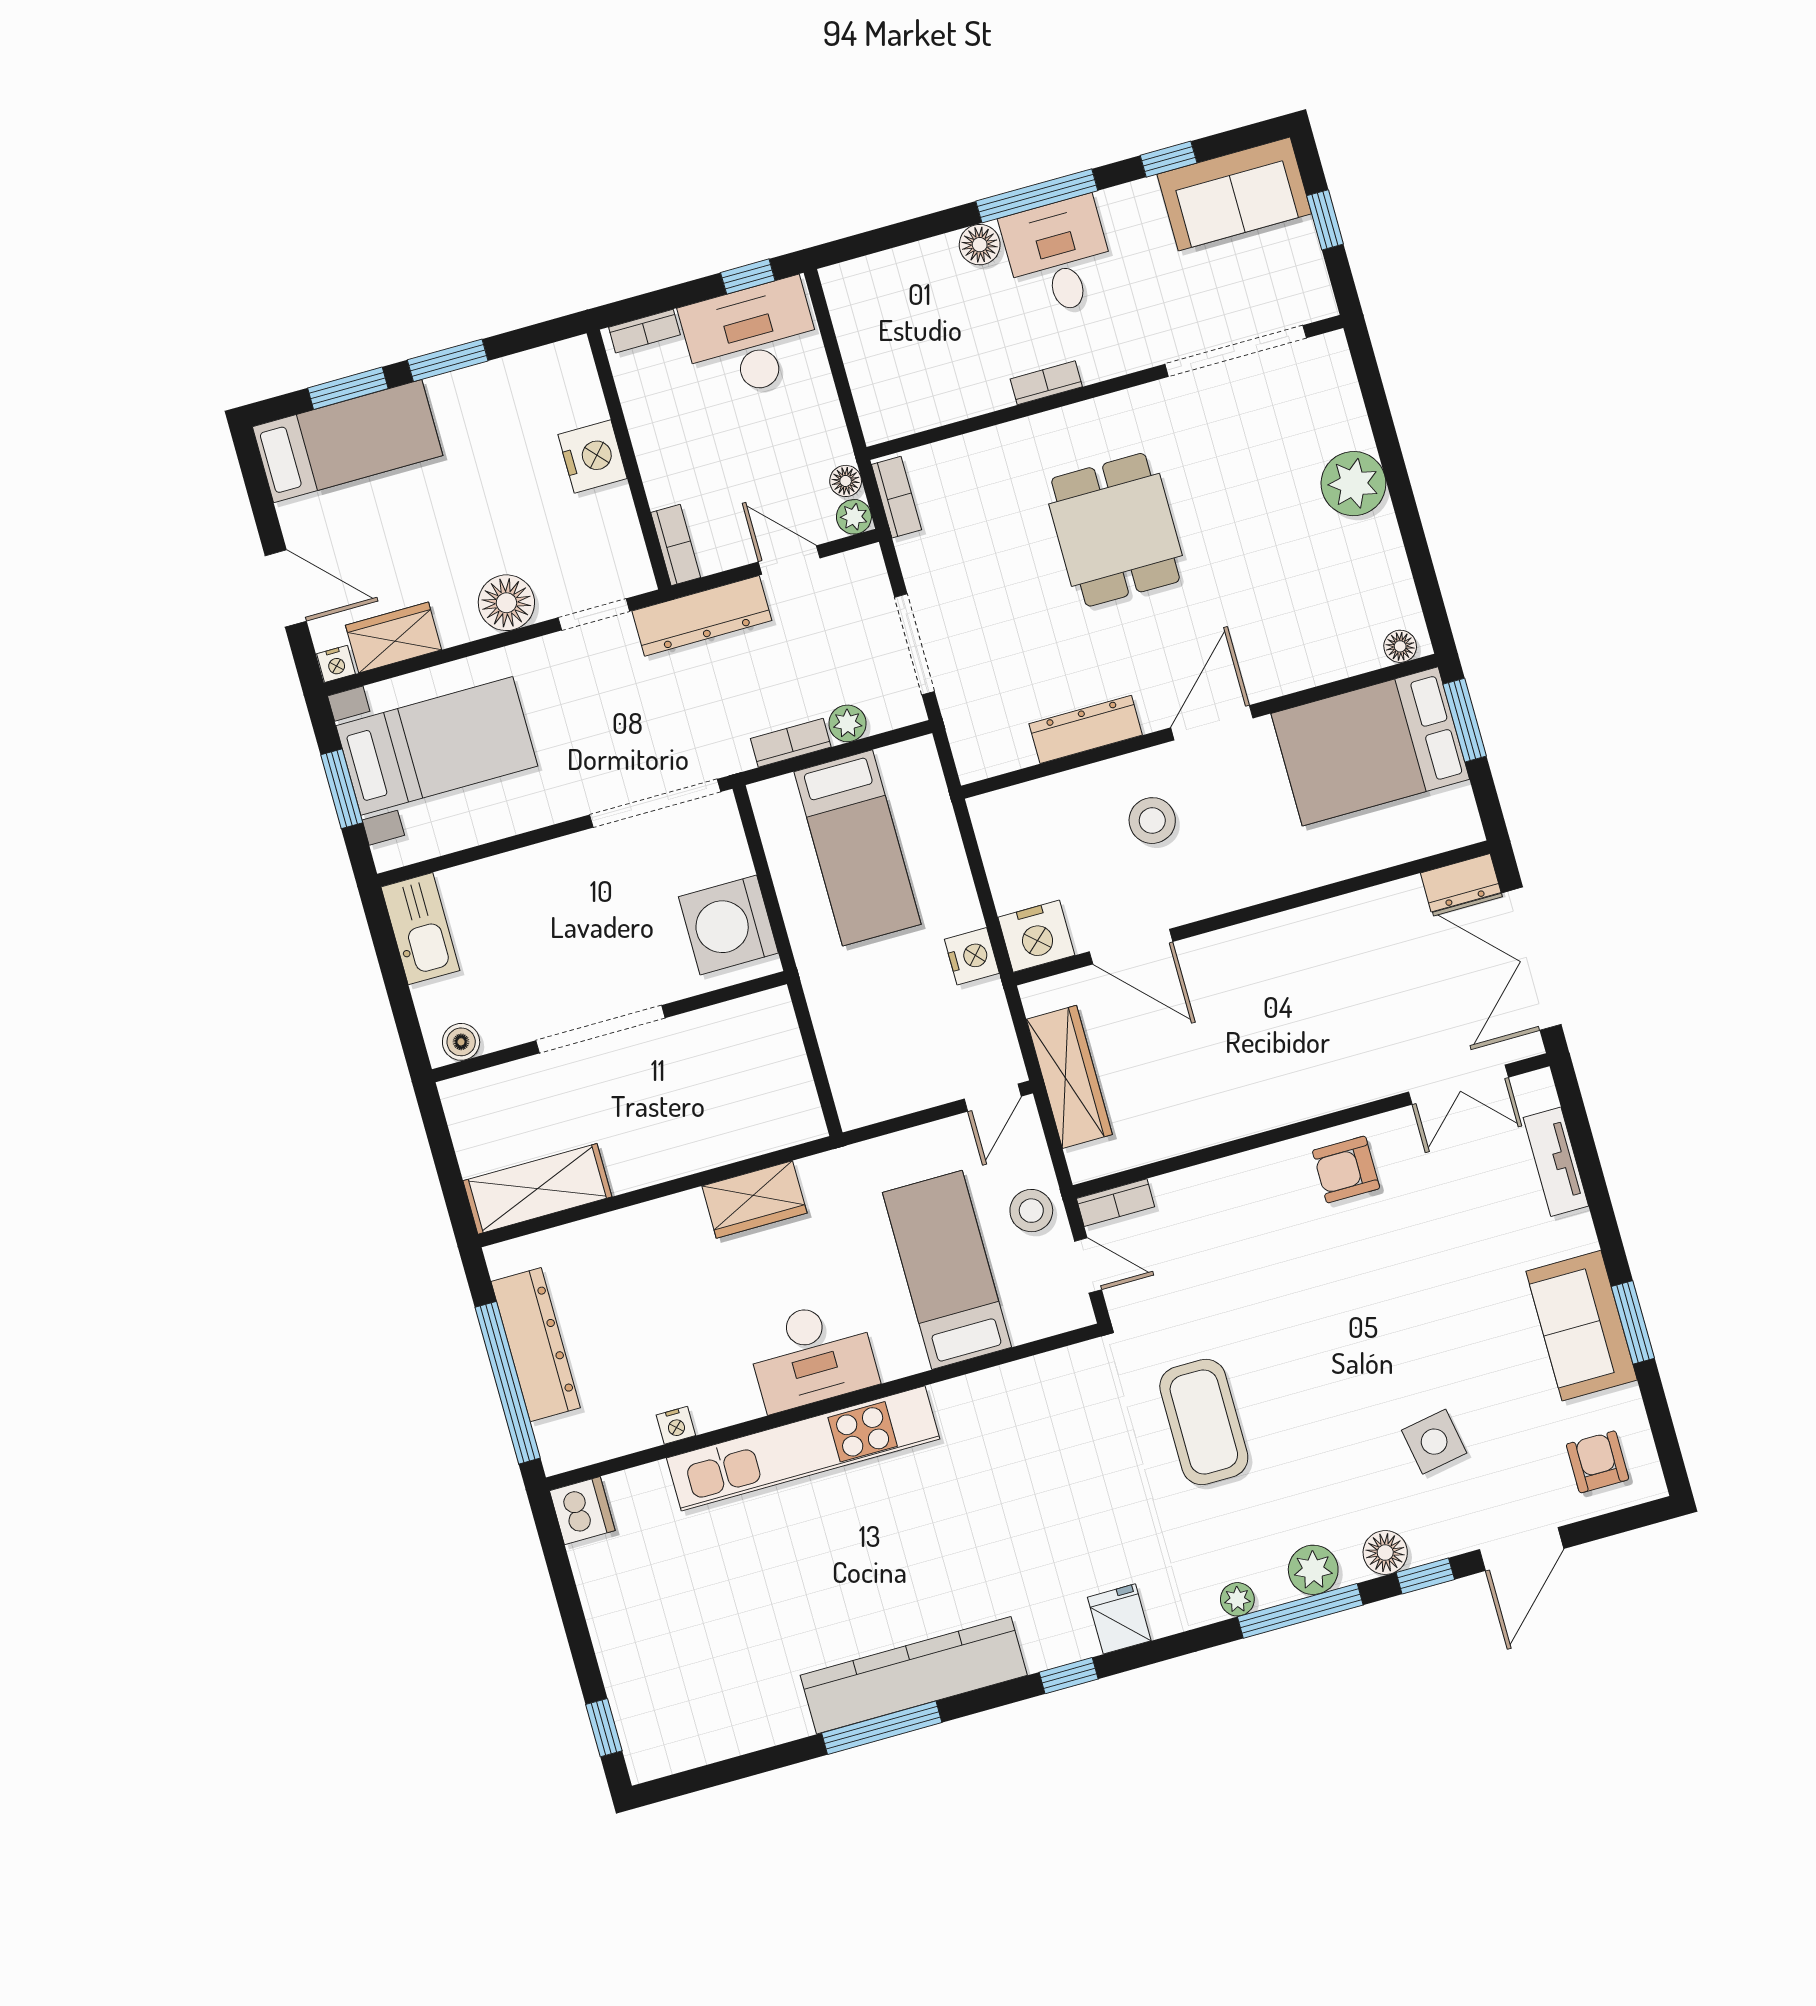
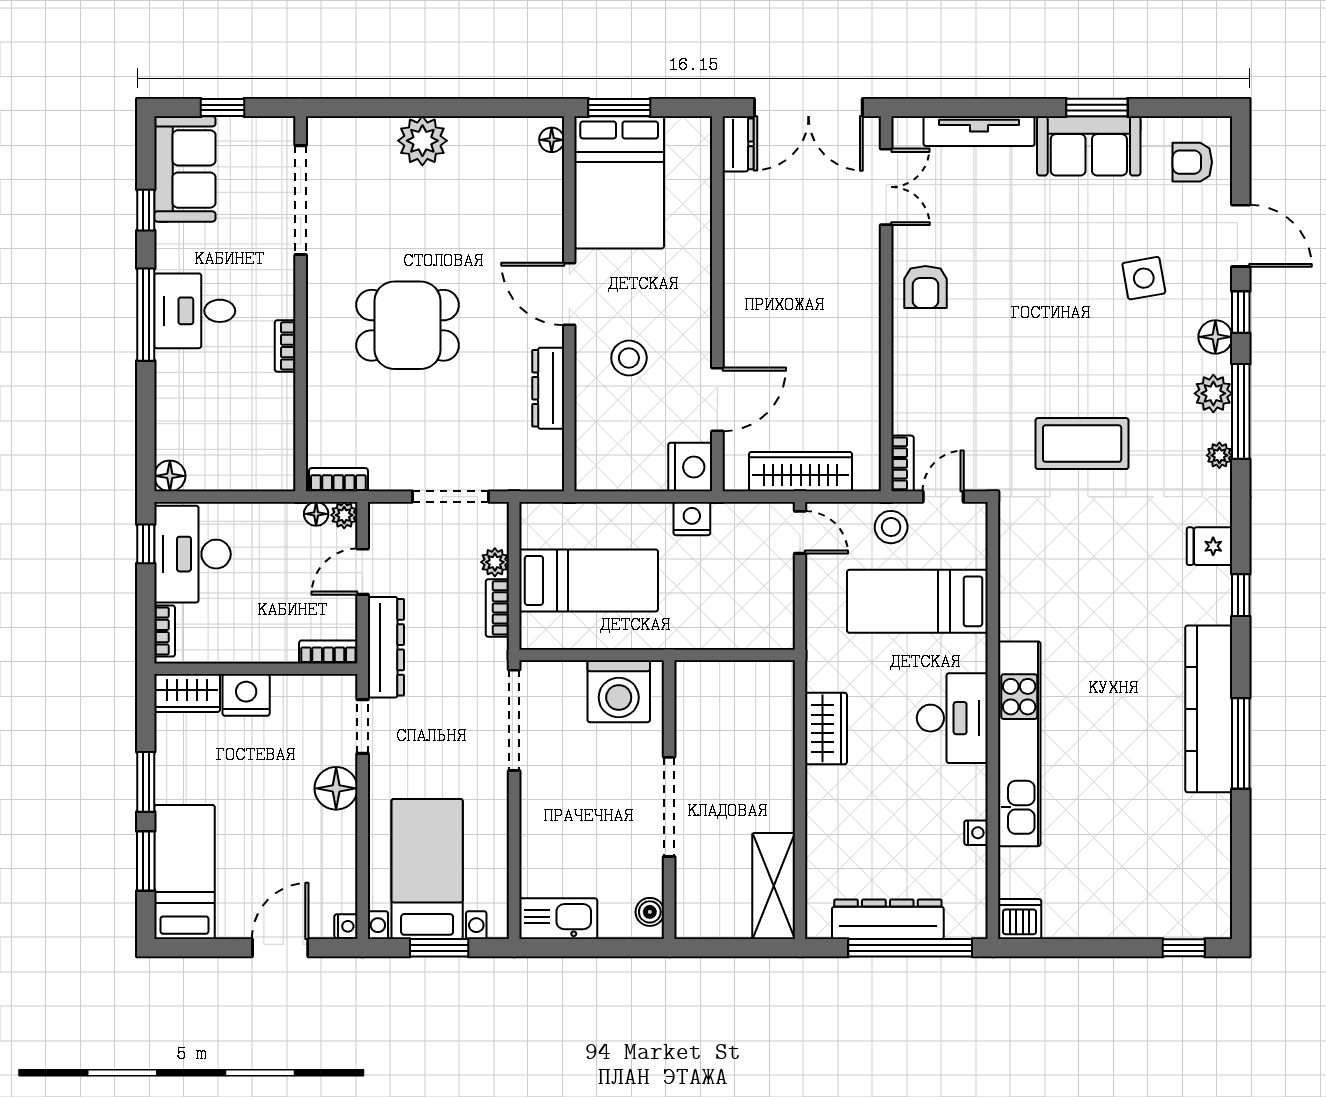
floor lamp: (980, 245) -> (170, 476), moved
wardrobe: (394, 637) -> (187, 693), moved, turned -90
tv unit: (1556, 1162) -> (979, 131), width x1.41

